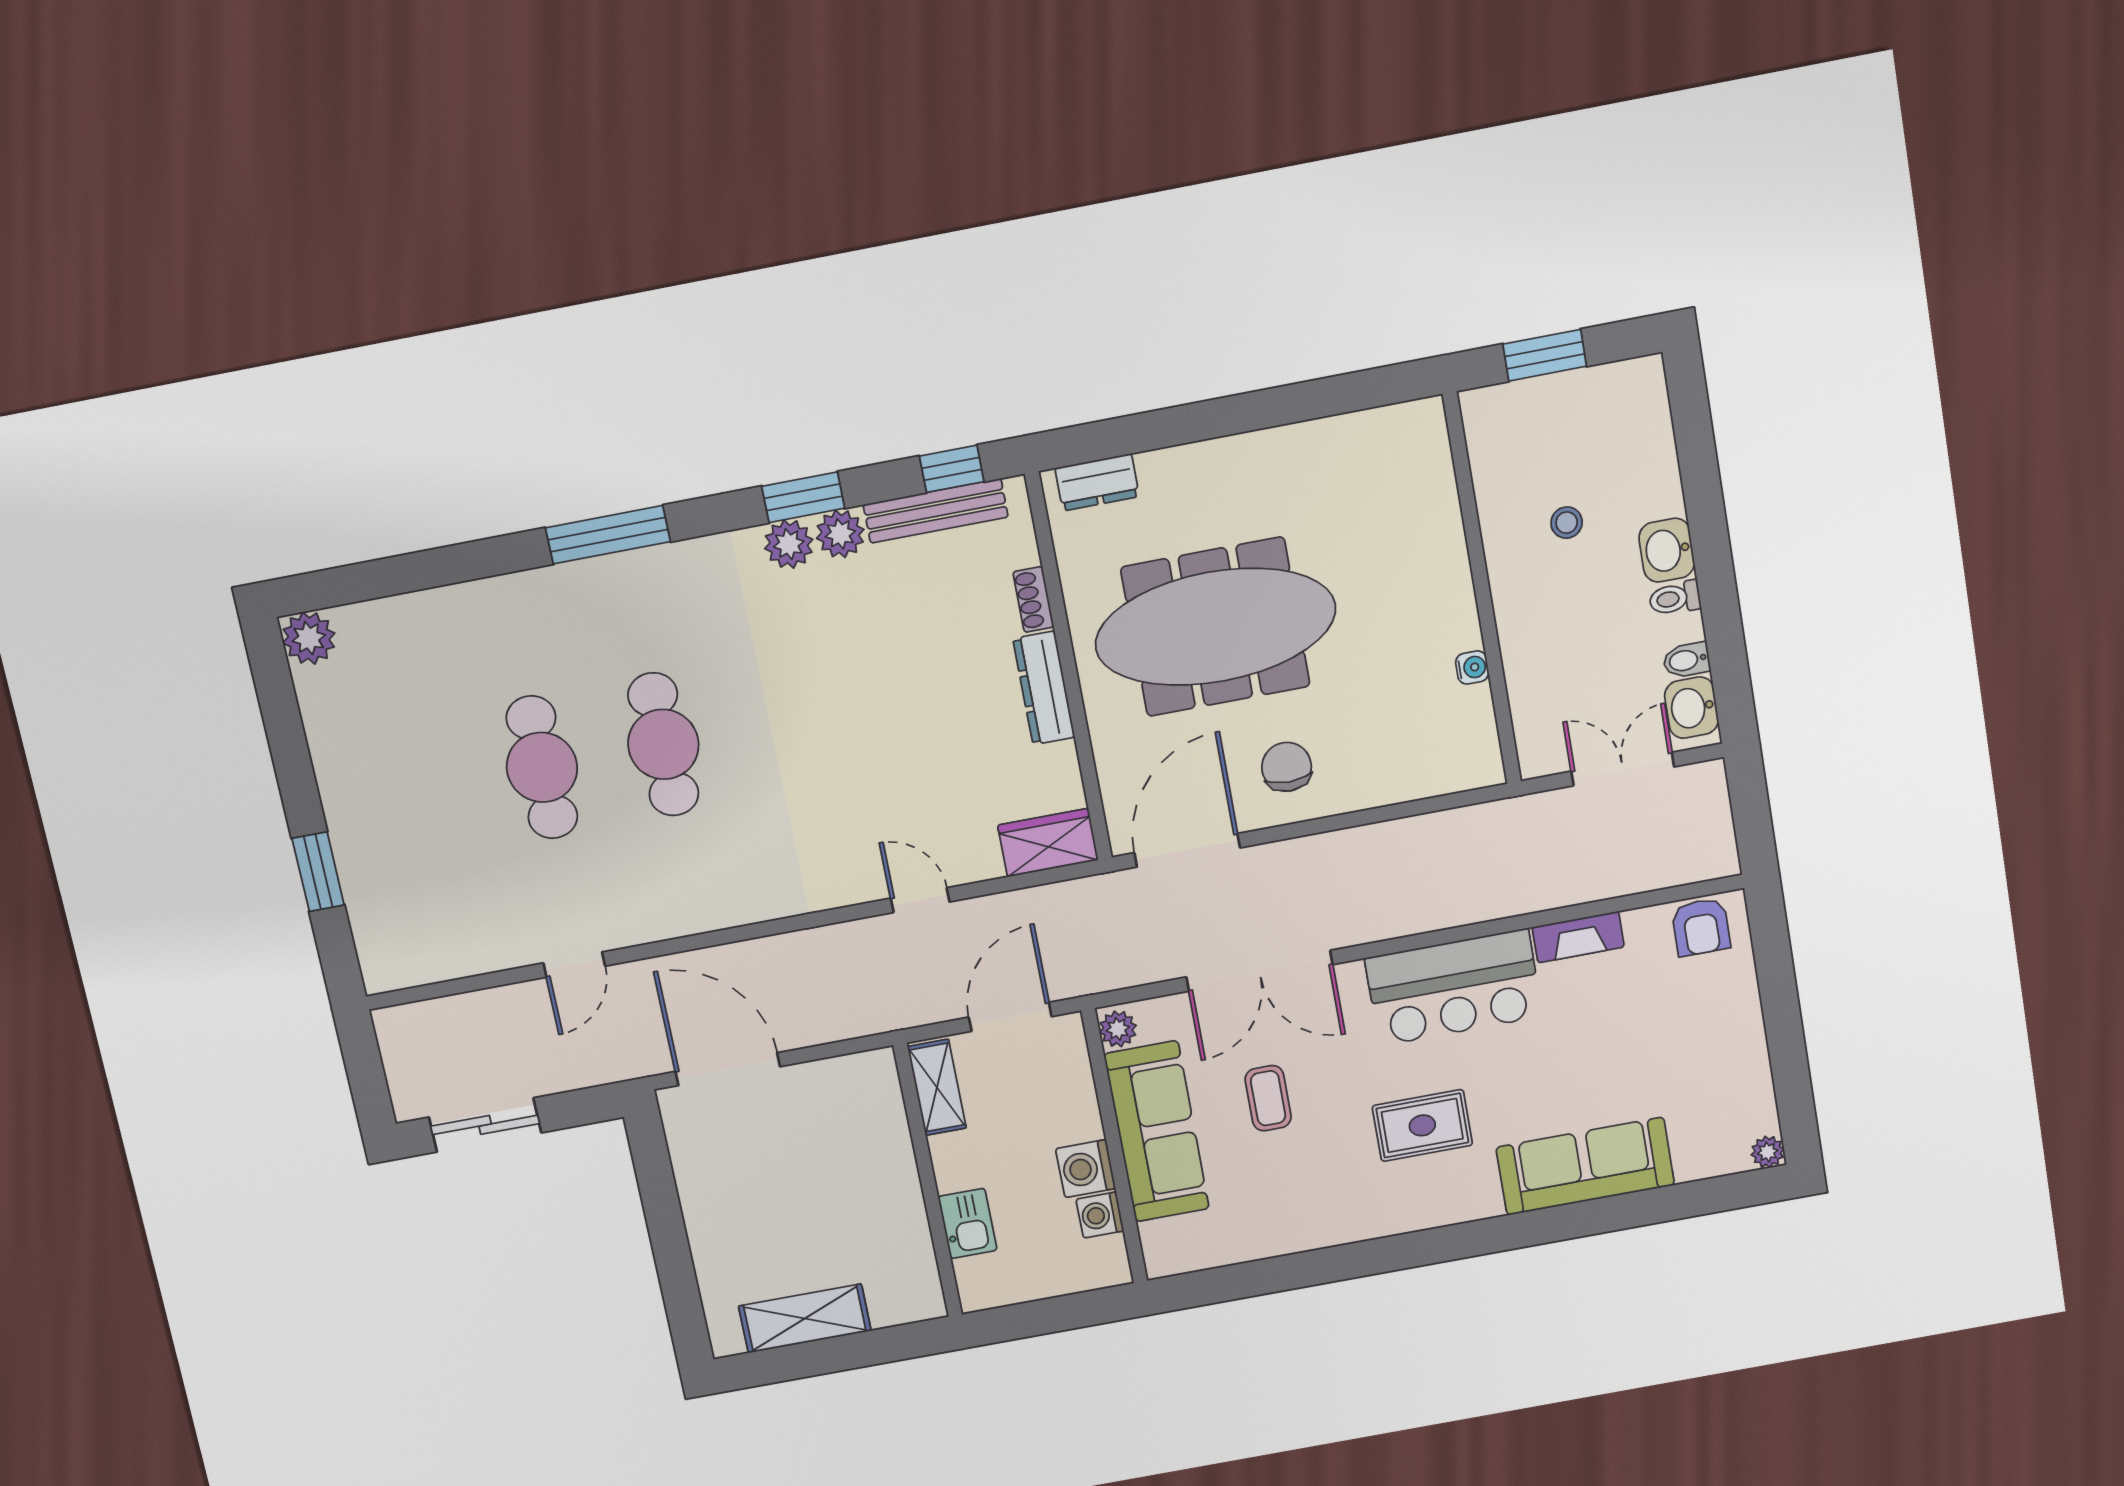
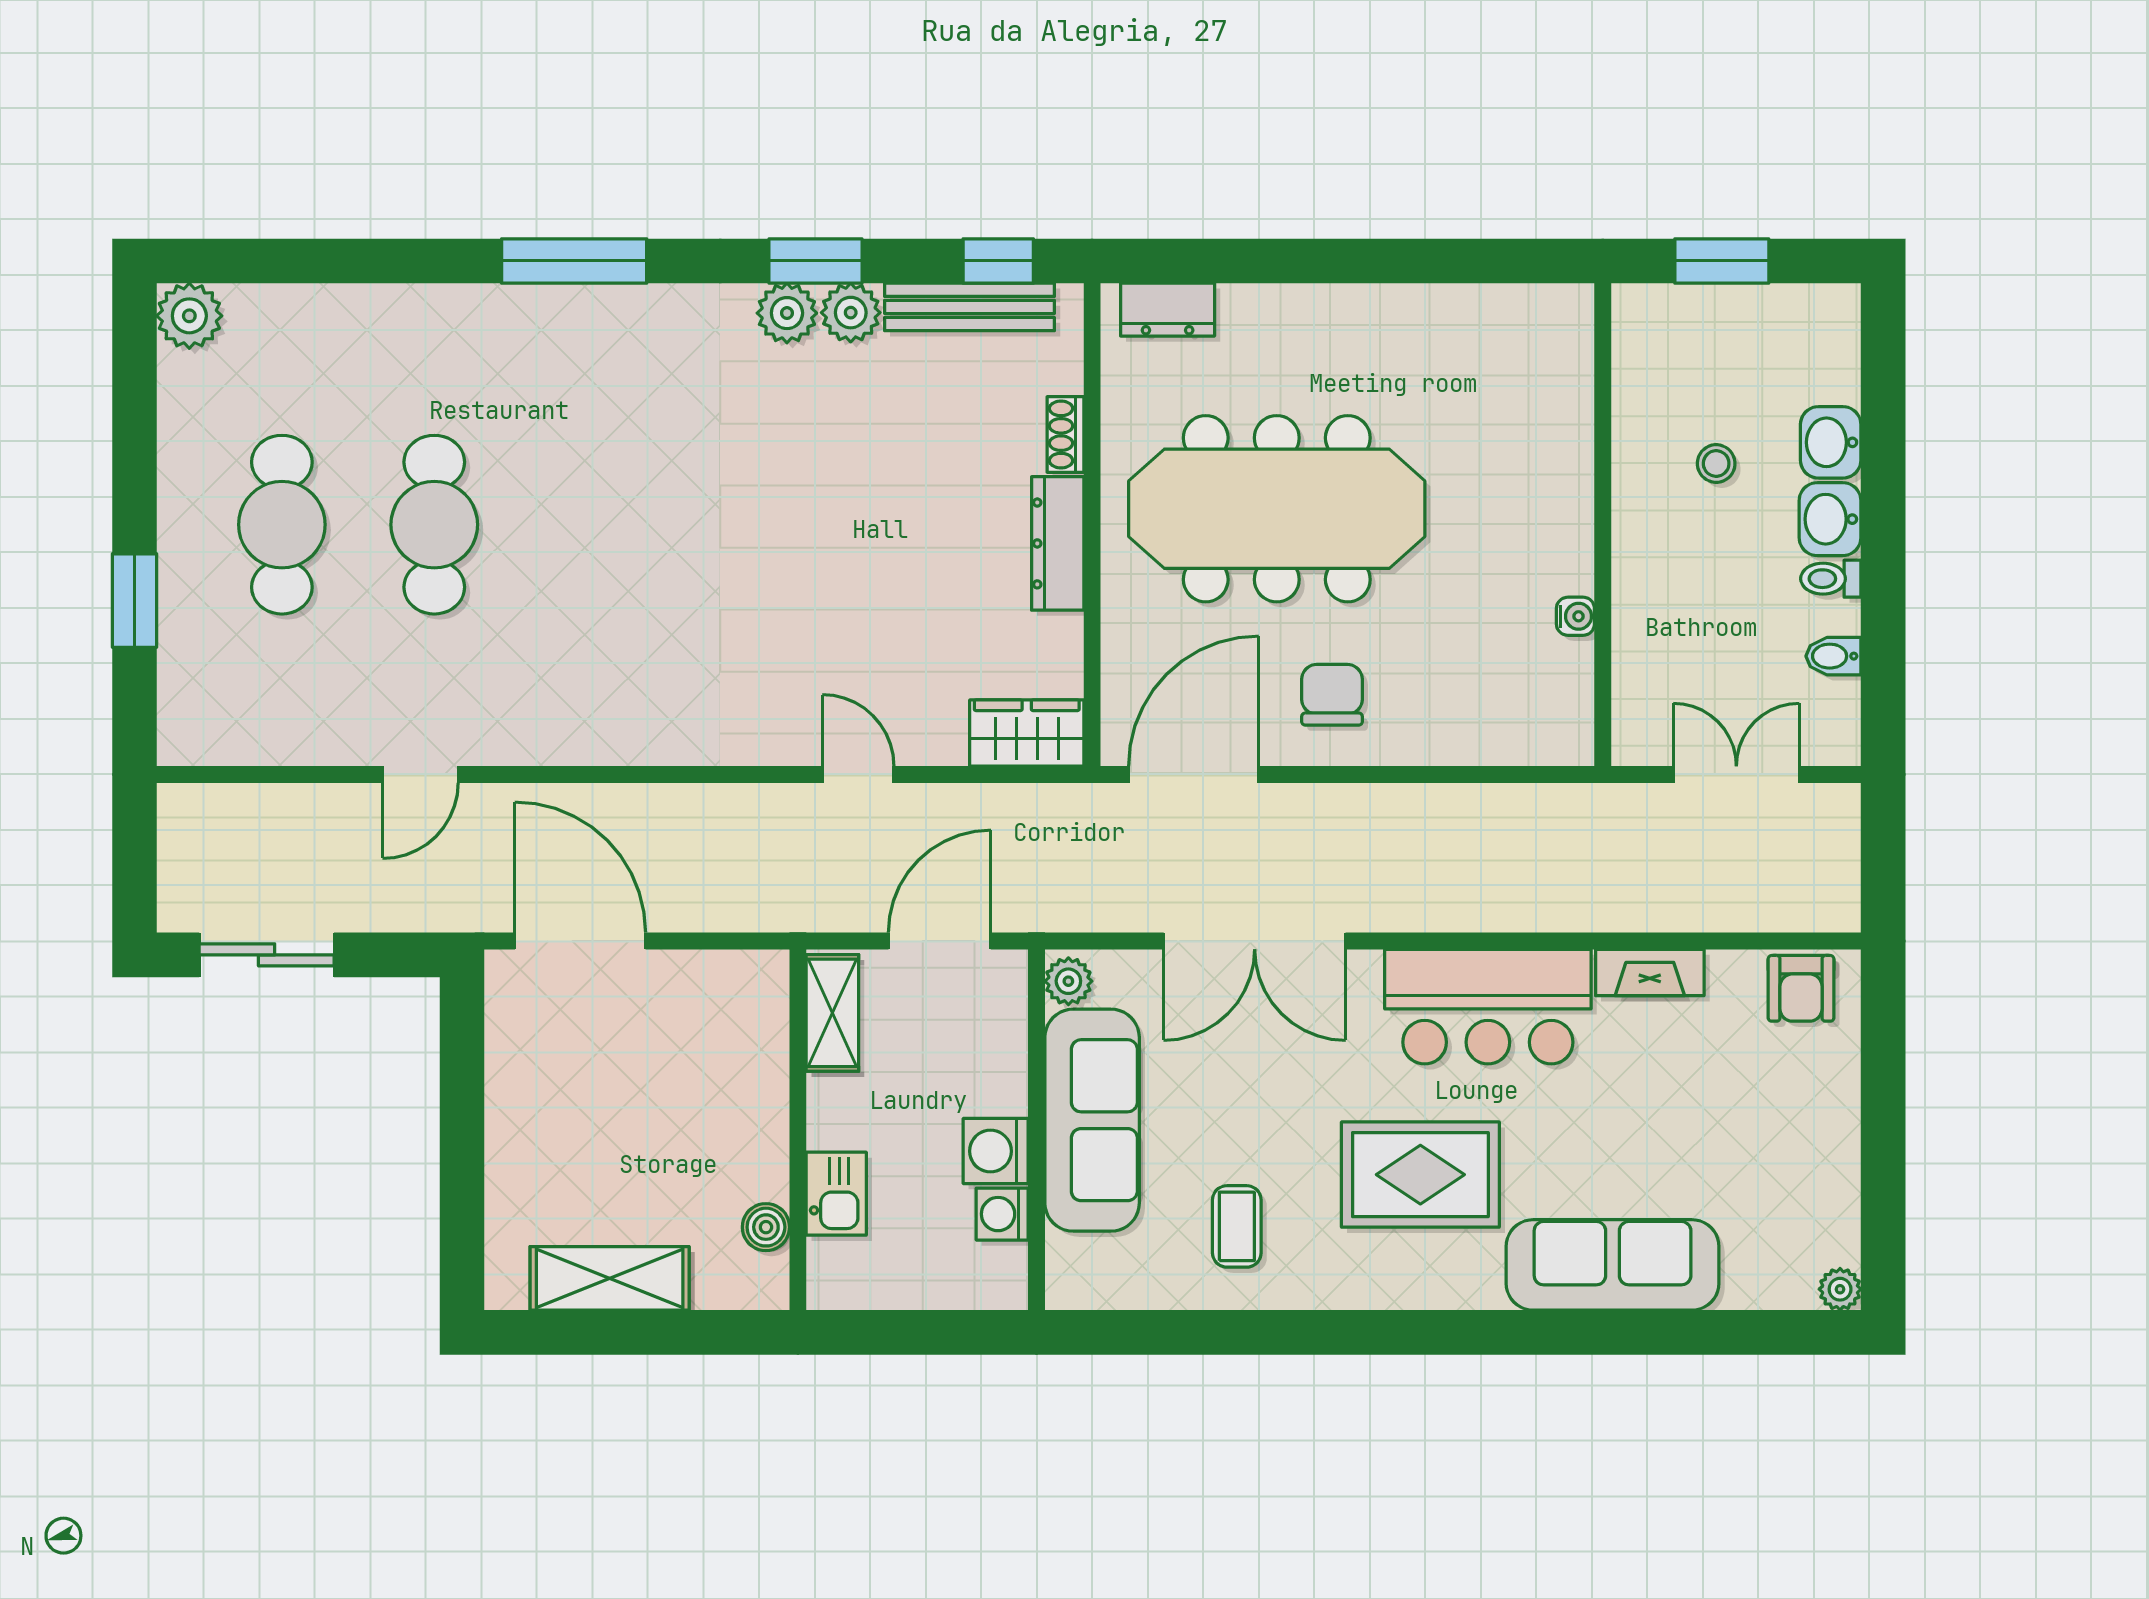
washbasin: (1692, 708) -> (1831, 442), moved
cafe table: (663, 744) -> (282, 525), moved
coffee table: (1268, 1098) -> (1237, 1226), moved
rug: (1422, 1125) -> (1420, 1175), width x1.36, depth x1.43
boiler: (918, 1258) -> (766, 1227), added

